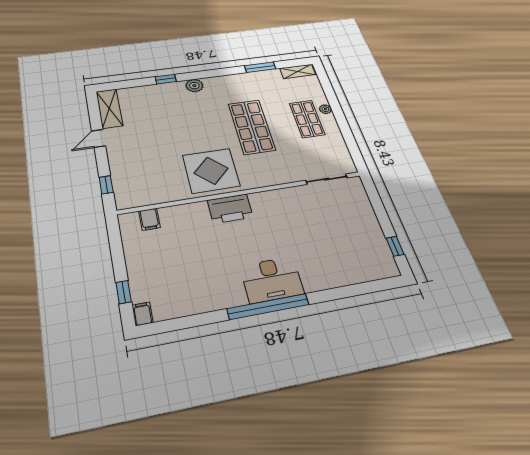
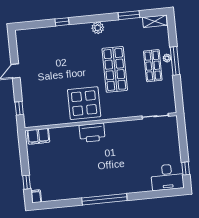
plant: (194, 86) -> (98, 28), moved
shelving: (109, 108) -> (23, 46), removed
window: (338, 112) -> (175, 61), added
filing cabinet: (149, 219) -> (38, 136), width x2.00
desk: (272, 280) -> (167, 177), moved

